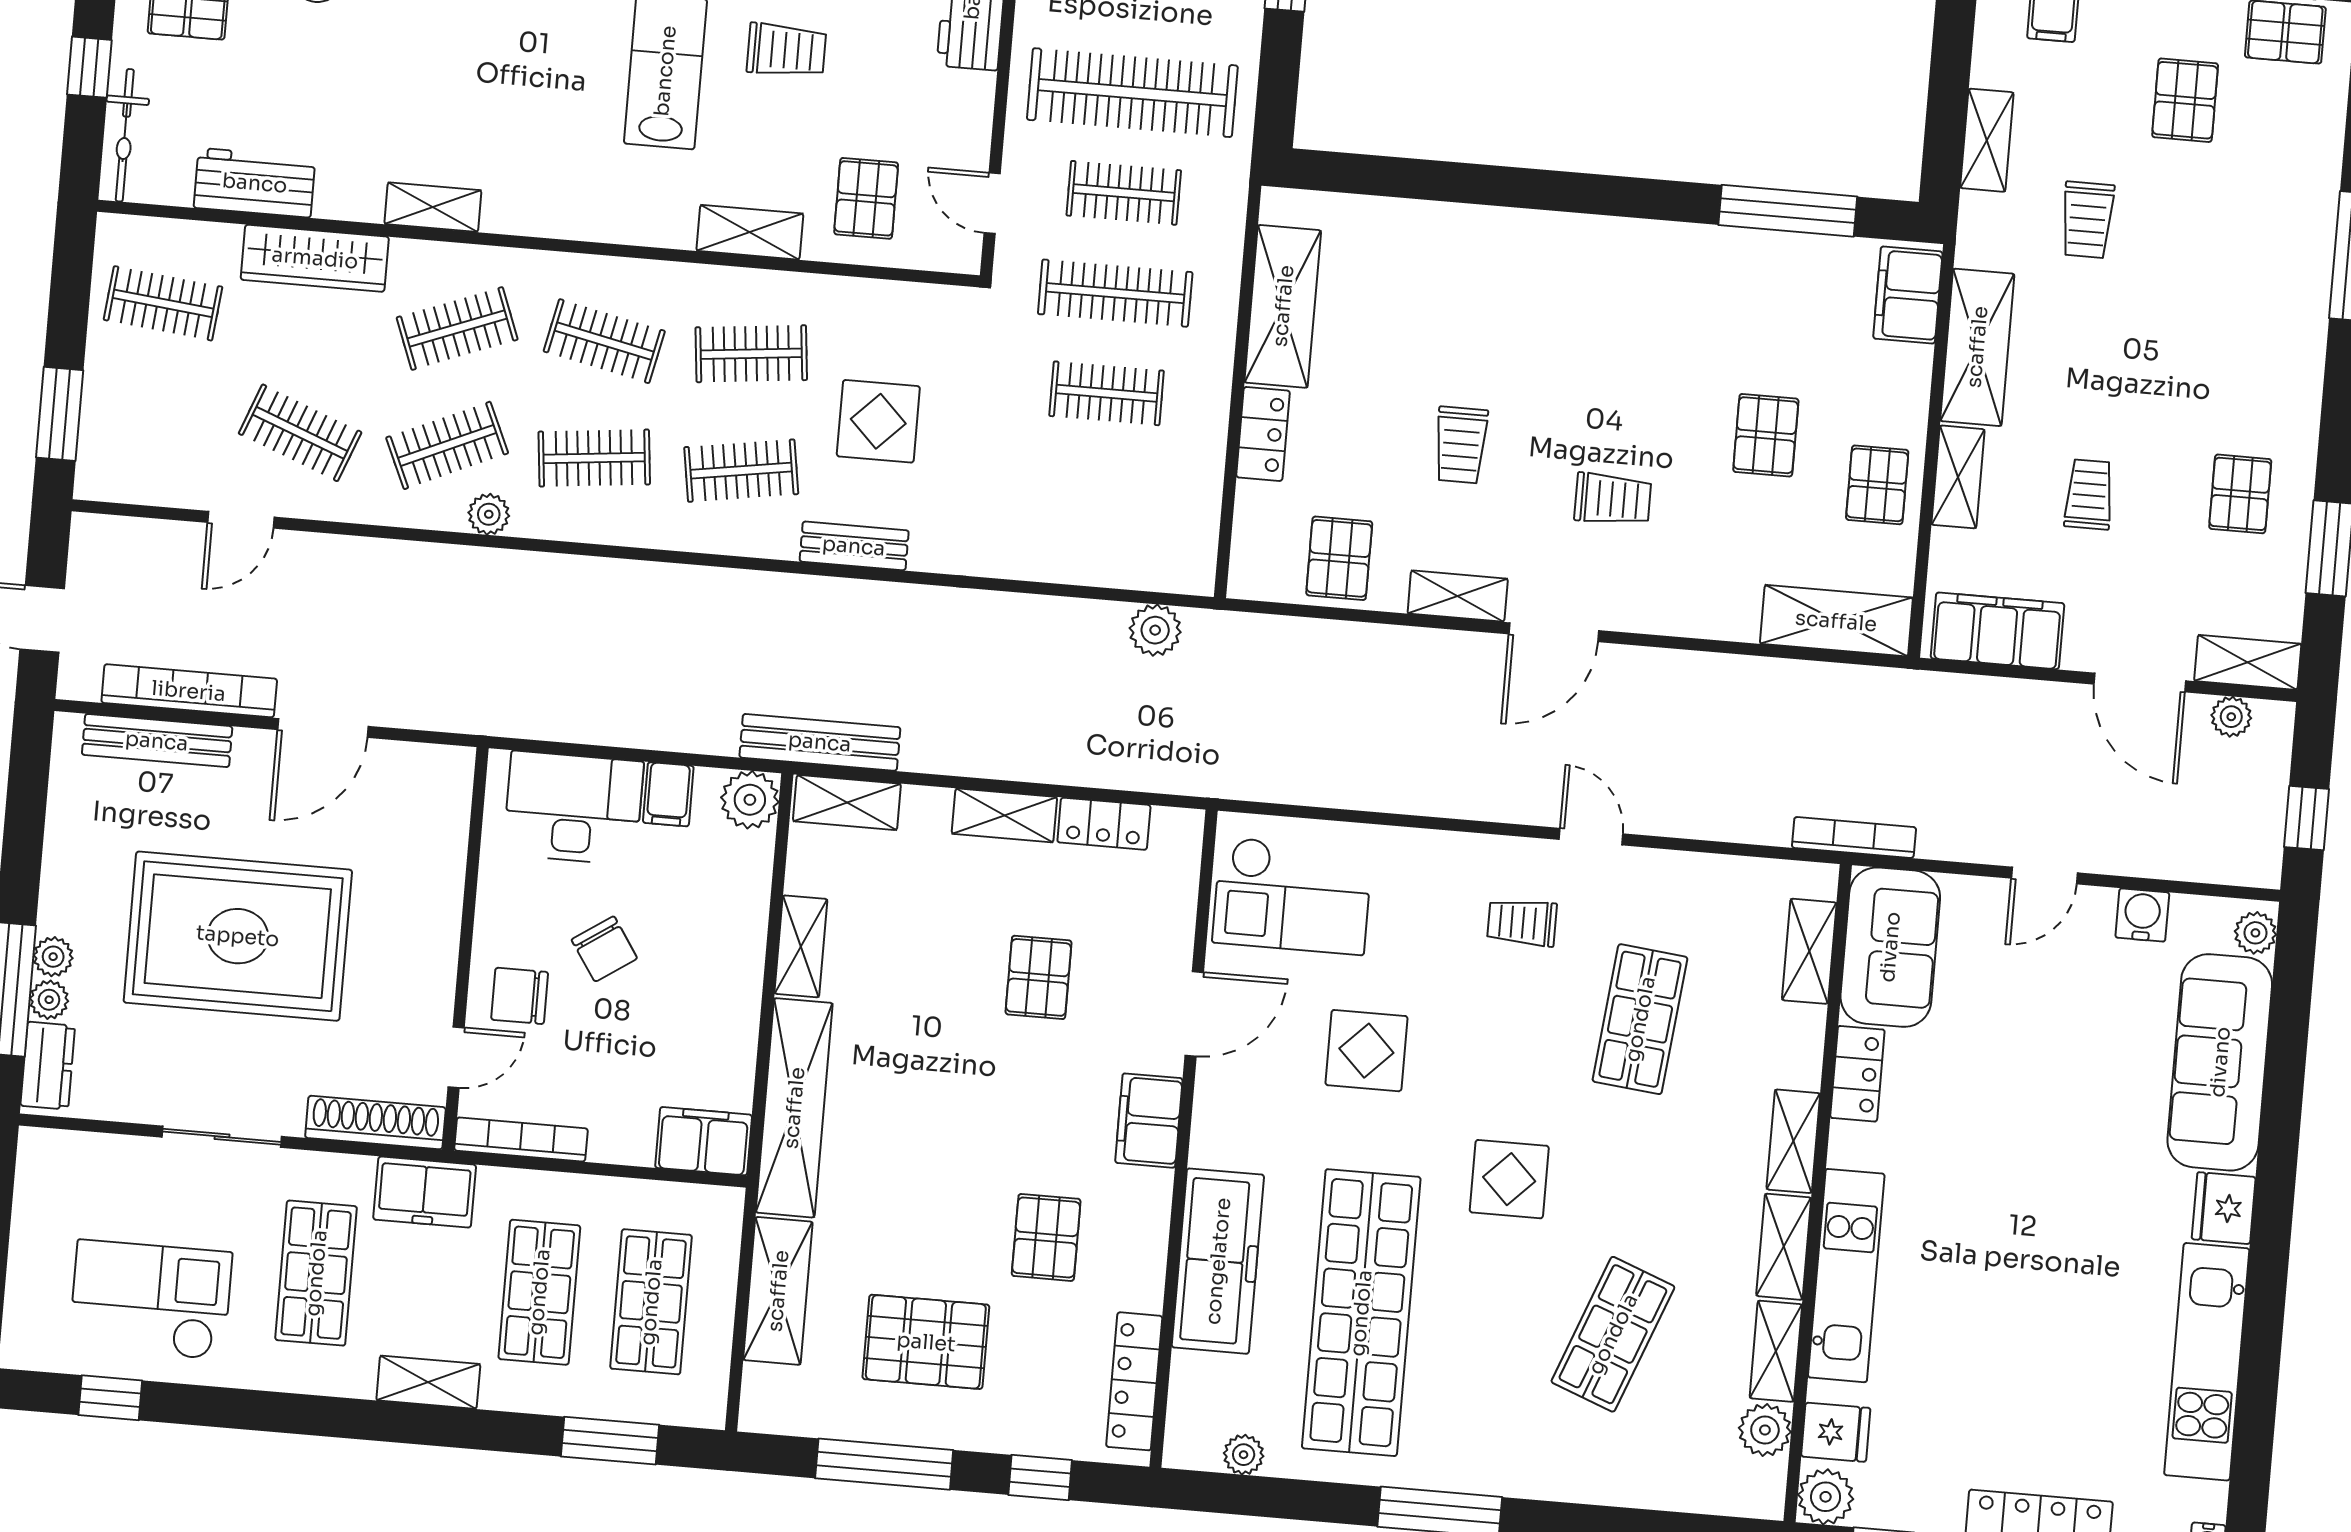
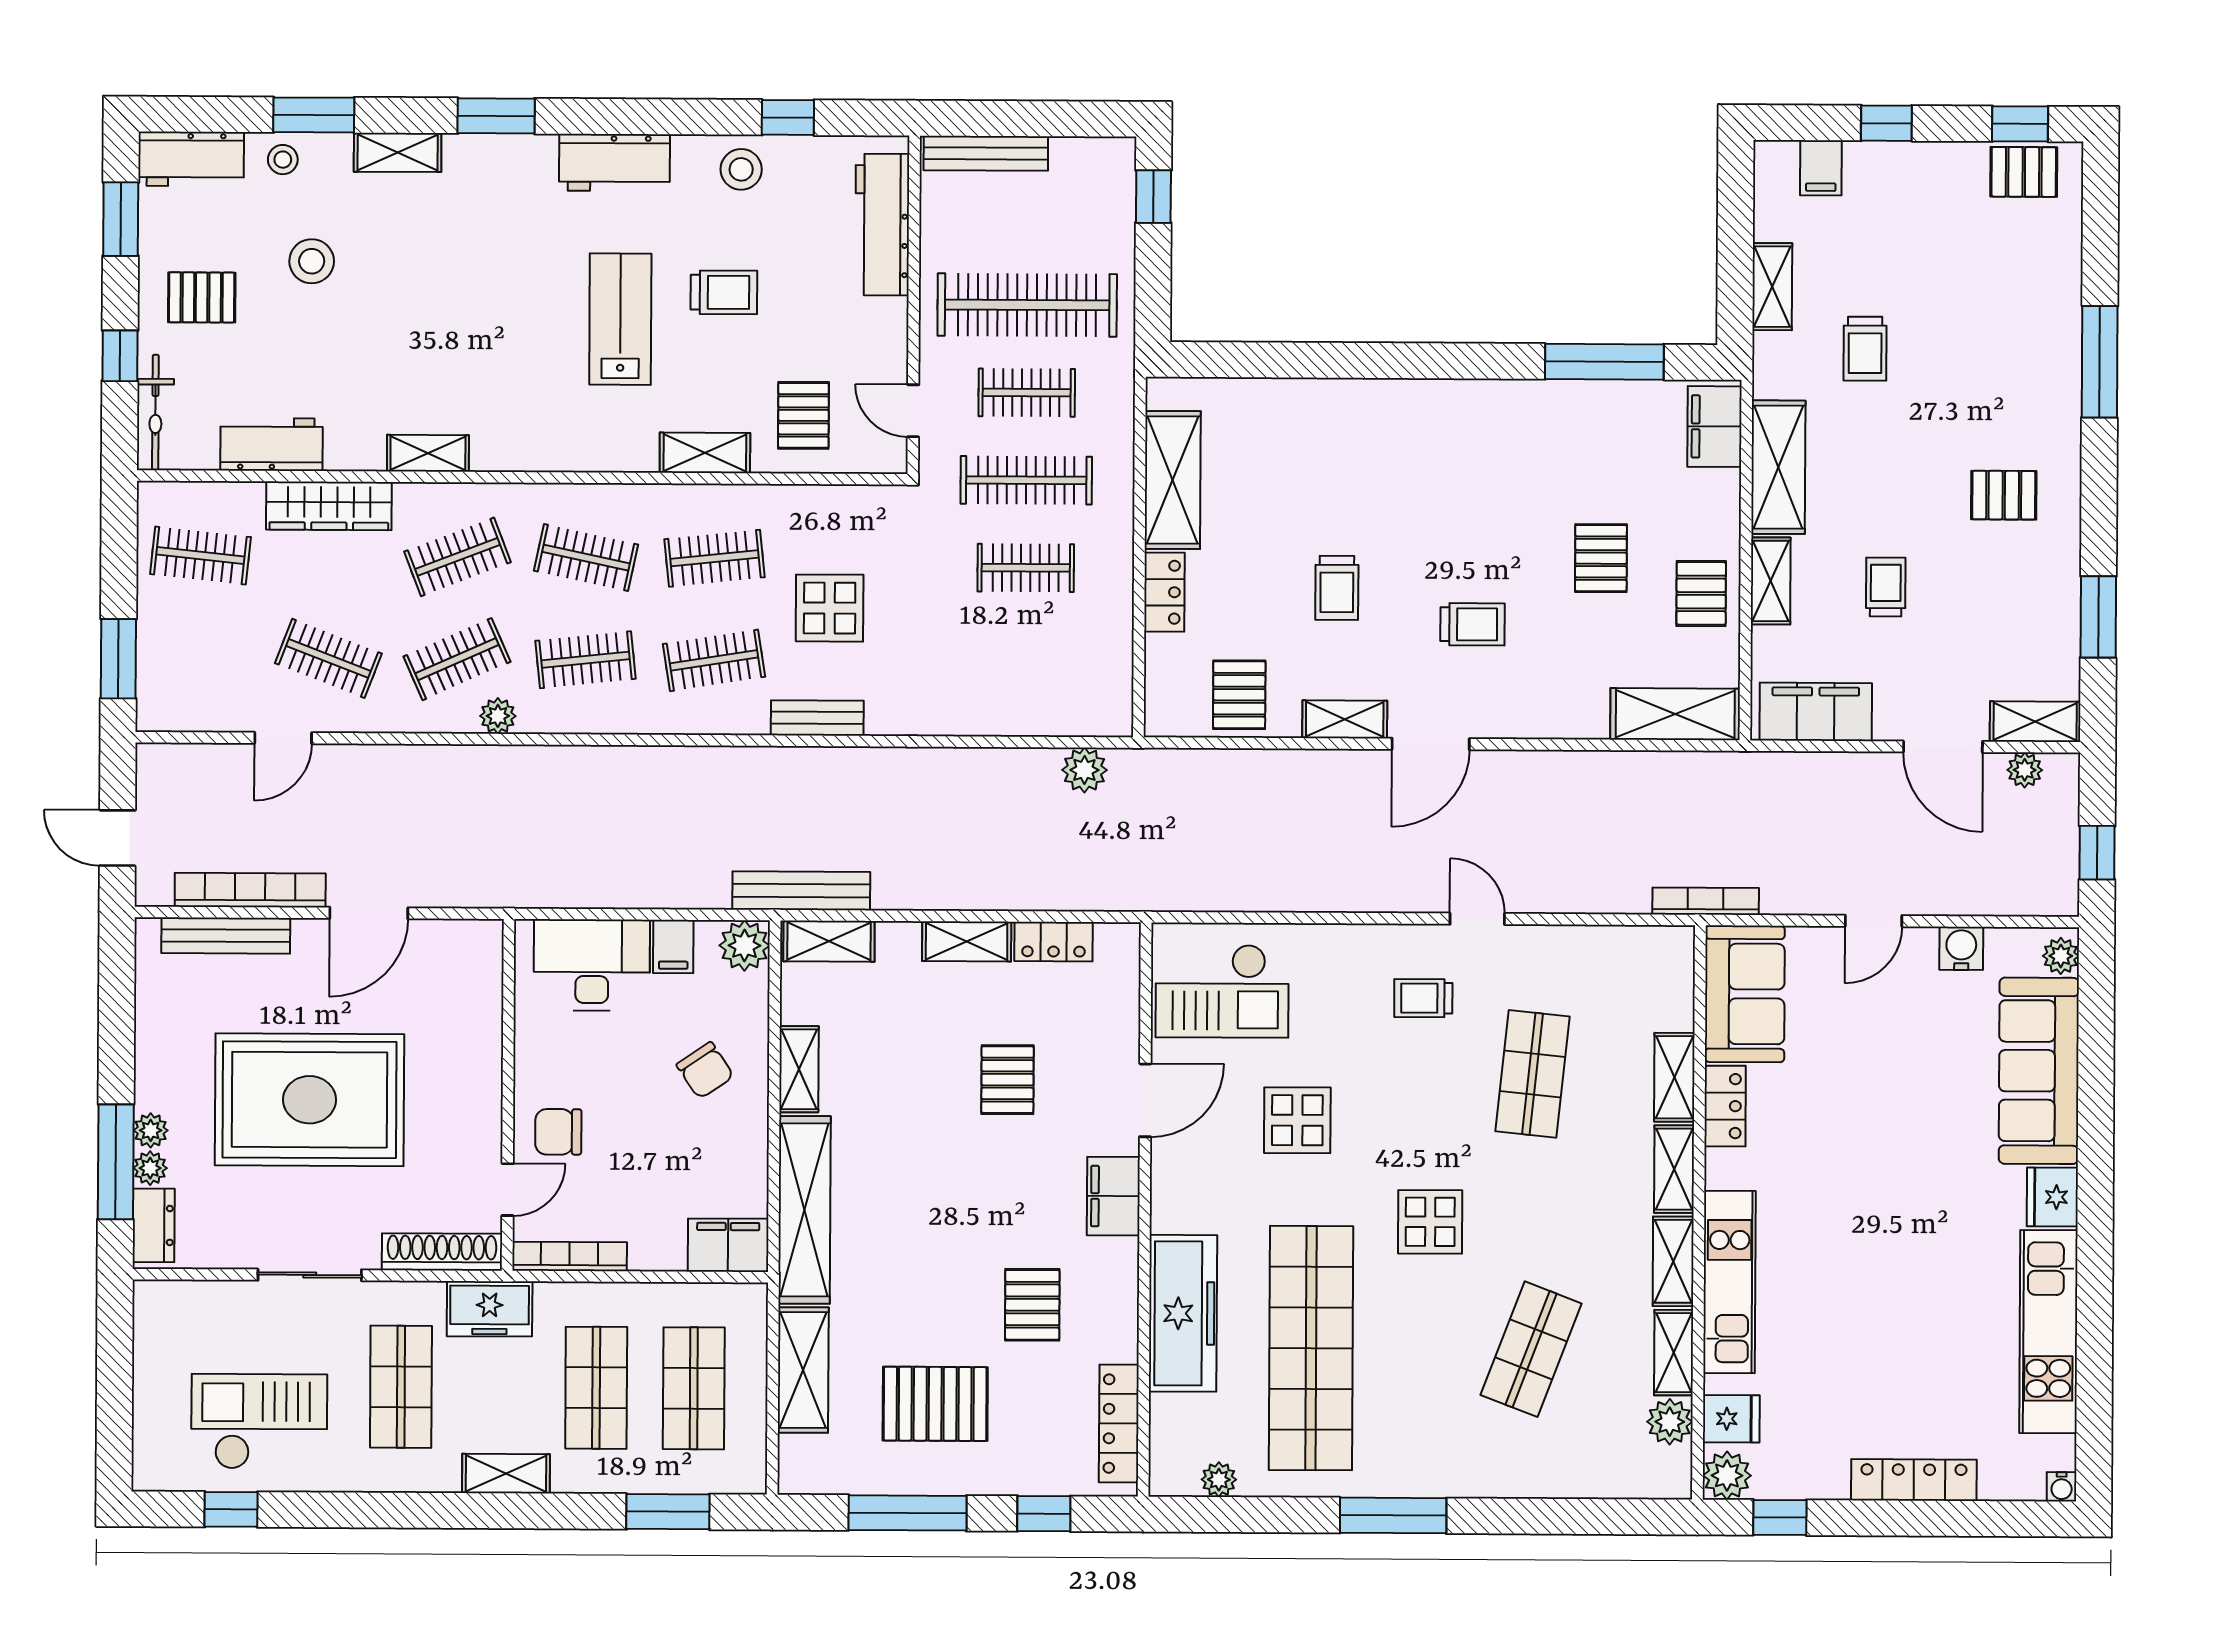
pallet: (2185, 100) -> (1942, 238), removed
pallet: (2240, 494) -> (2004, 495), moved, turned 90
chair: (604, 949) -> (705, 1070), moved
shelving: (1809, 951) -> (1674, 1077), moved

